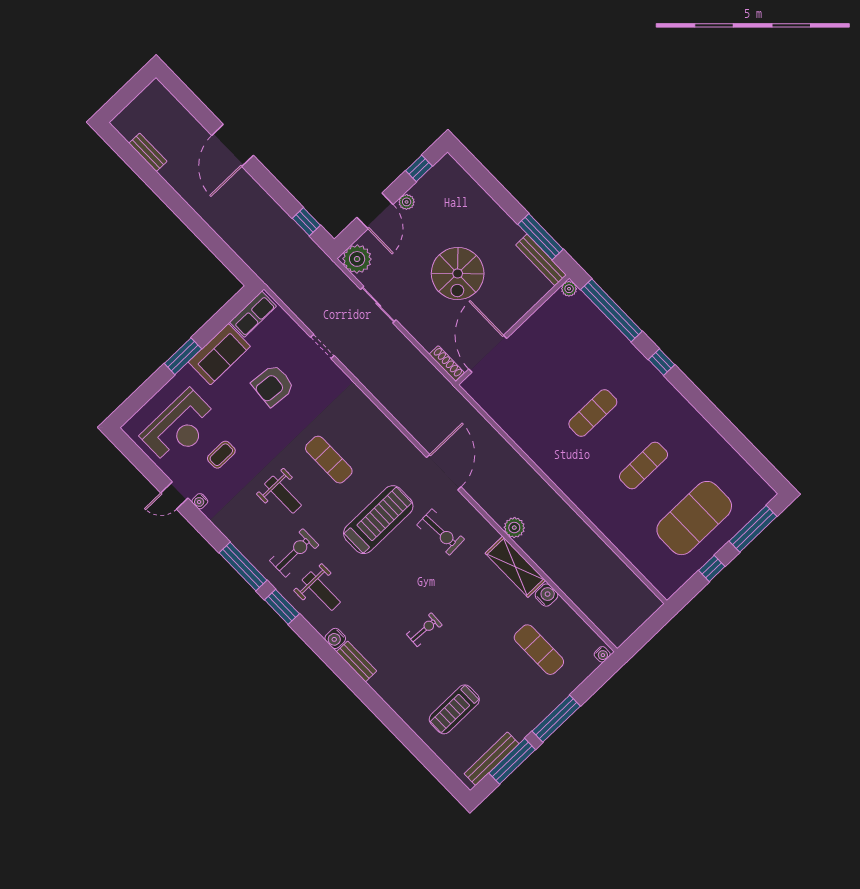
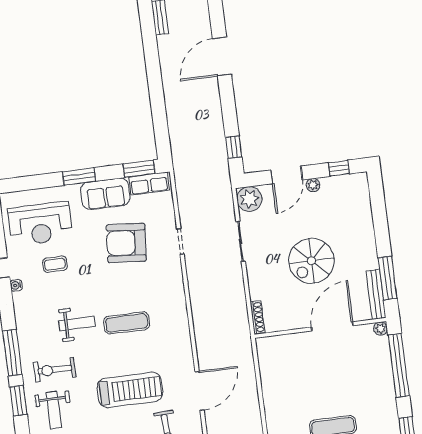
window: (233, 307) -> (139, 169), added
door: (488, 354) -> (332, 326), moved
armchair: (273, 385) -> (126, 243), width x1.36, depth x1.36
exercise mat: (329, 460) -> (127, 323), turned 90
weight bench: (283, 495) -> (77, 324), turned -90
exercise bike: (294, 553) -> (55, 370), turned 180

